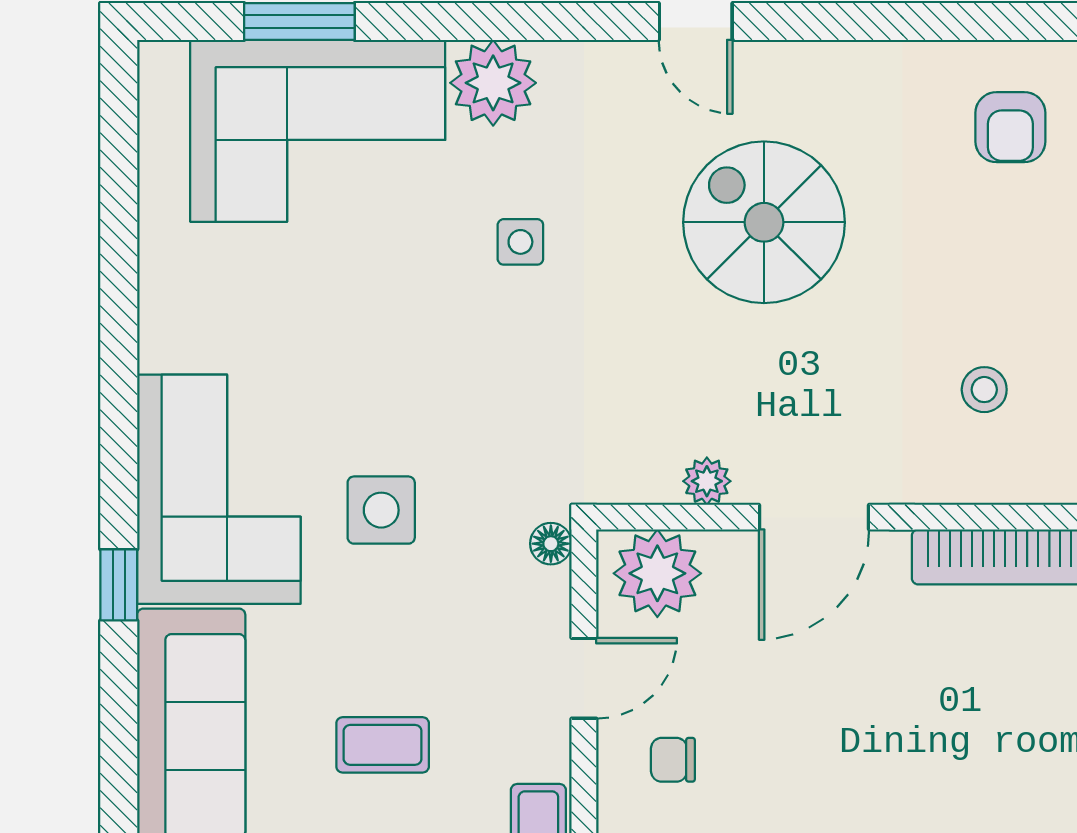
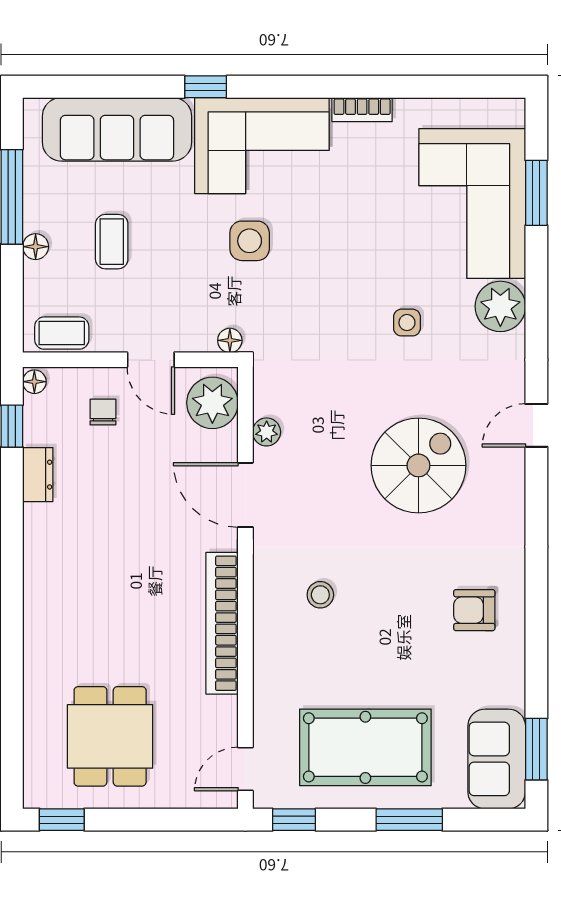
bookcase: (158, 318) -> (362, 110), added

